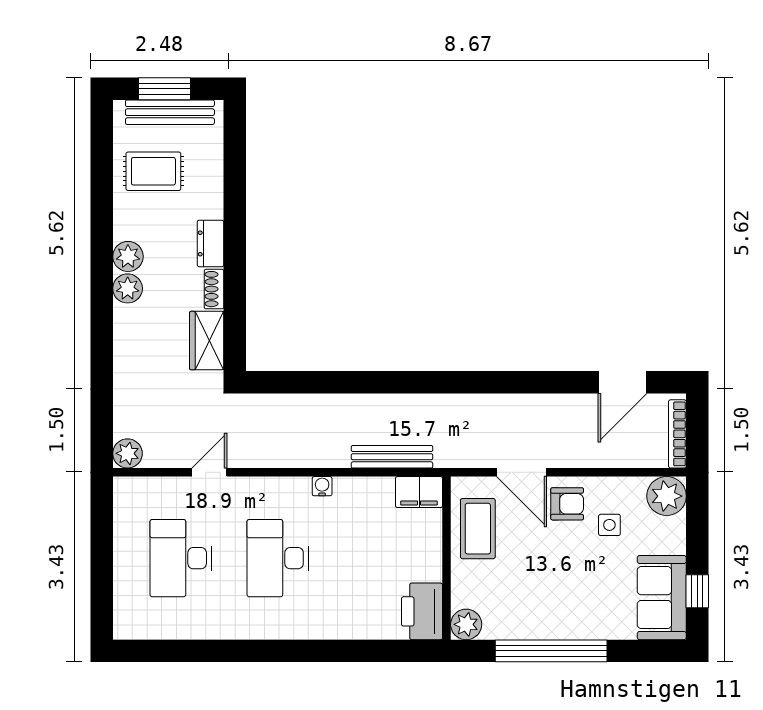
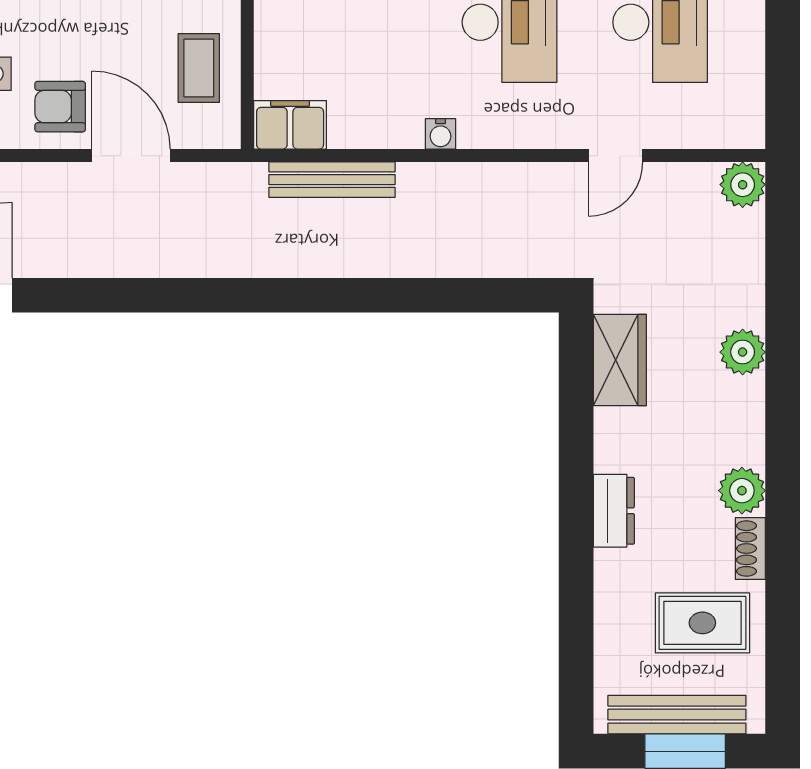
plant: (128, 288) -> (743, 352), moved
shoe rack: (214, 289) -> (750, 549), moved, turned 180
coffee table: (478, 529) -> (199, 68), width x0.73, depth x0.77

